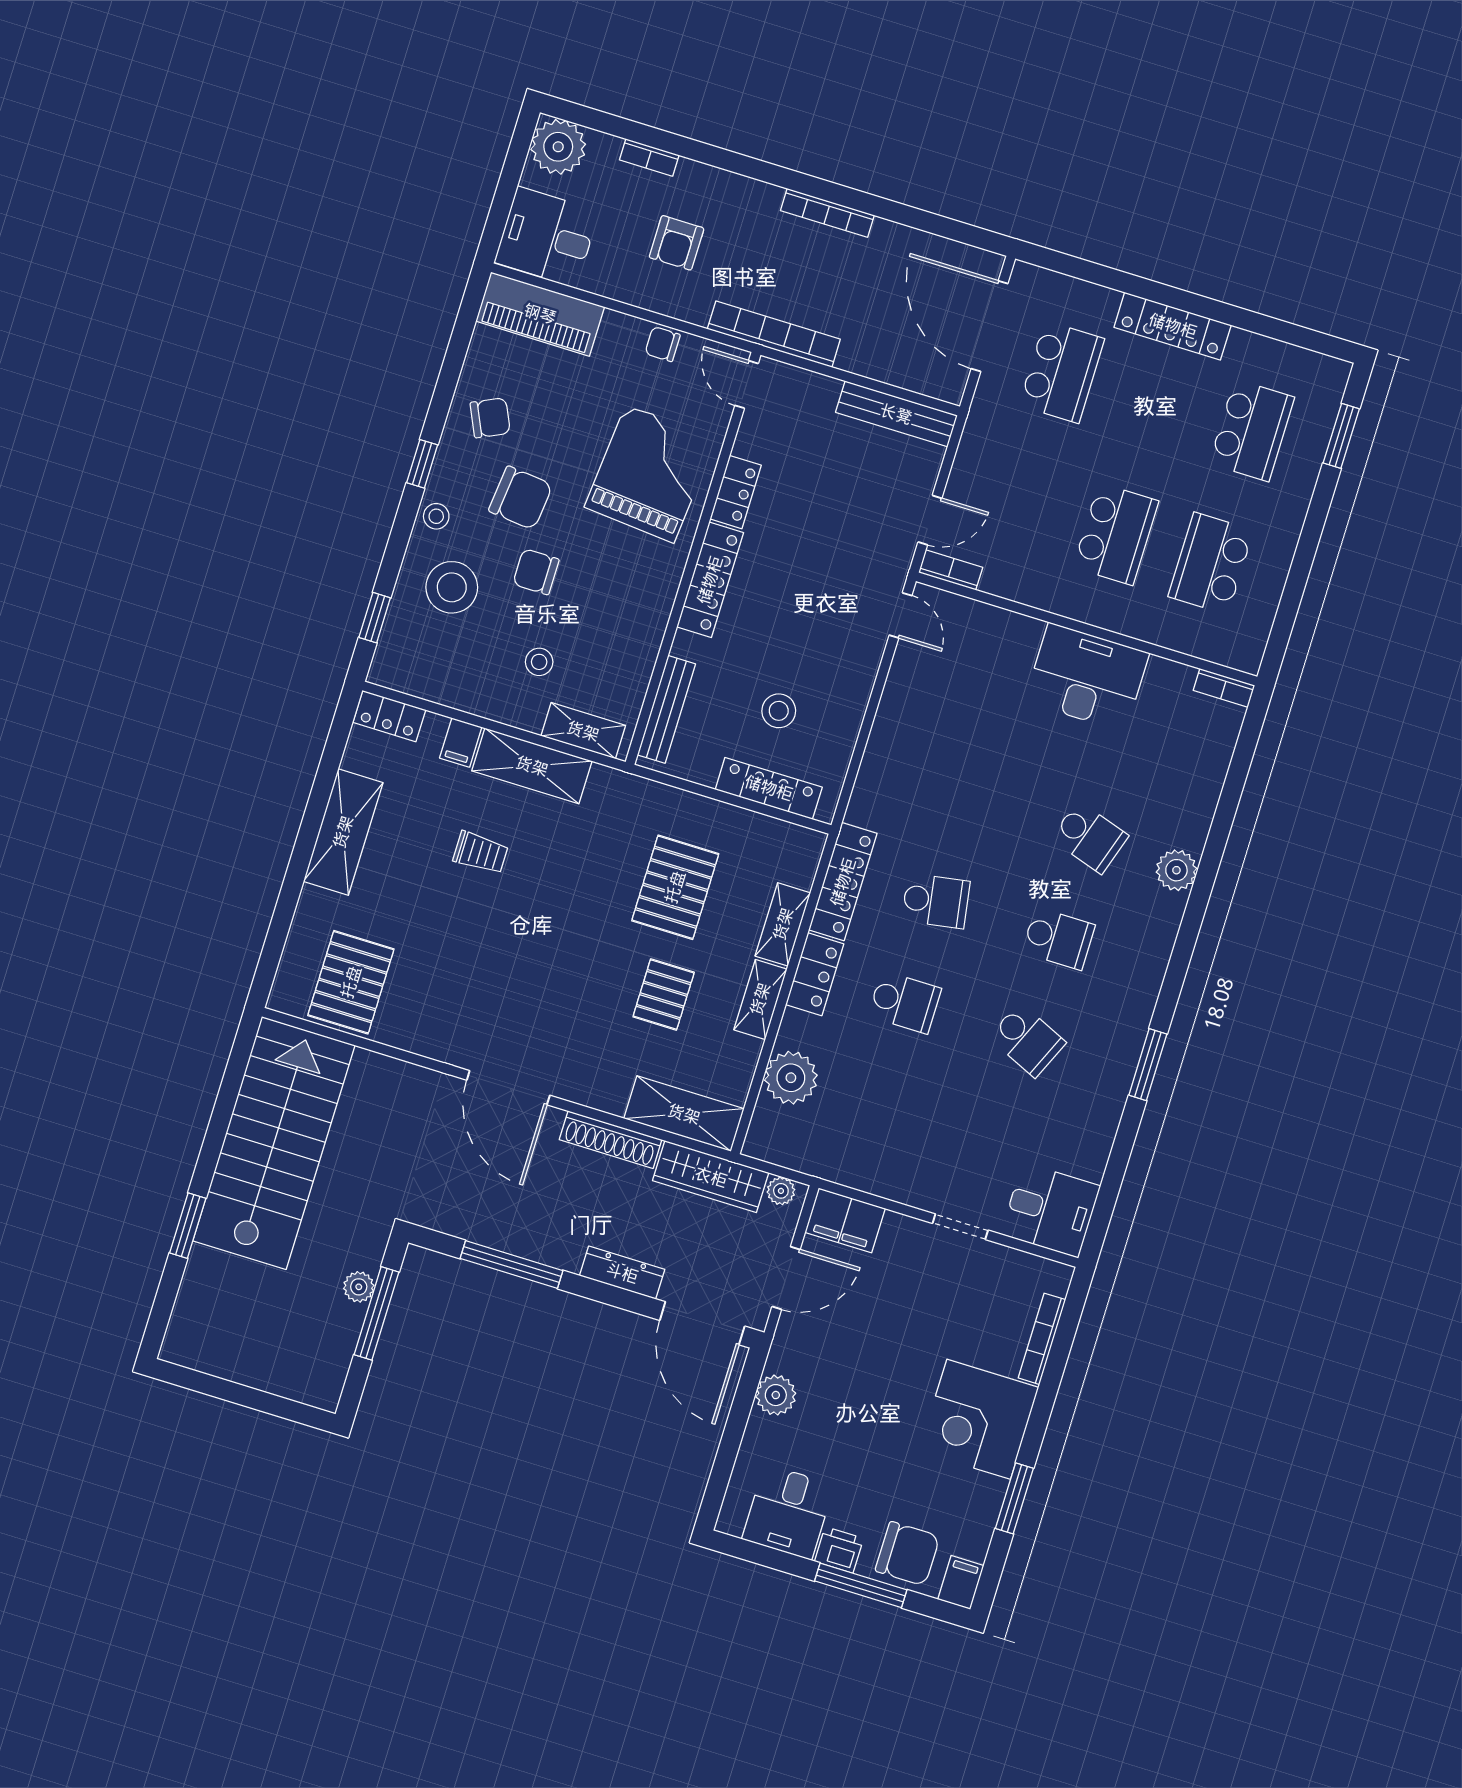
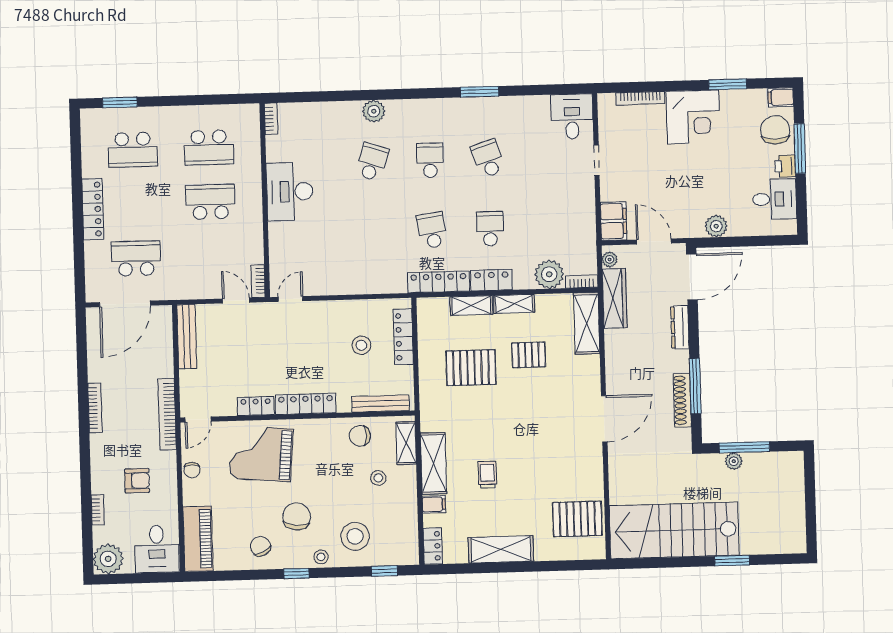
school desk: (1252, 430) -> (133, 150), turned 180
chair: (536, 572) -> (360, 436), moved, turned 90
school desk: (1027, 1040) -> (488, 158), turned -42
bookcase: (759, 1130) -> (582, 281), added
shoe rack: (611, 1140) -> (682, 400), moved, turned 180

